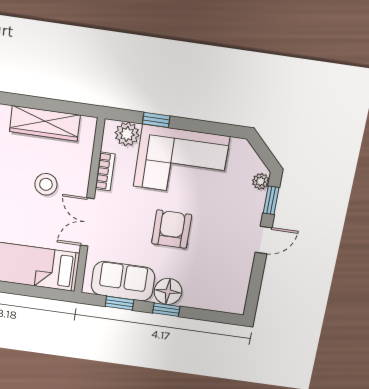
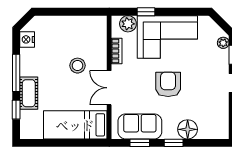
wardrobe: (45, 123) -> (72, 24), removed
floor lamp: (168, 291) -> (188, 129), moved

